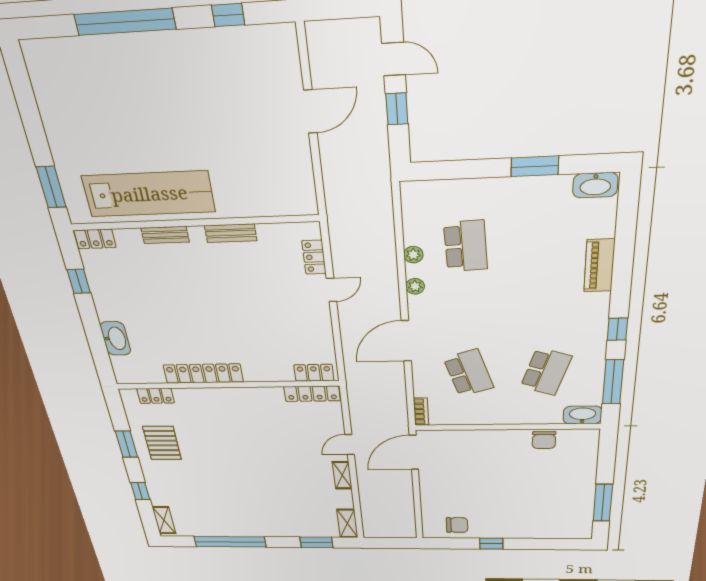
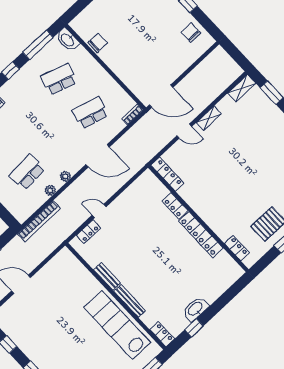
bookcase: (383, 208) -> (39, 221), added
bench: (165, 235) -> (130, 301), width x1.36
washbasin: (115, 338) -> (195, 309), moved
locker: (314, 373) -> (175, 206), moved
school desk: (469, 373) -> (90, 113), turned 33

